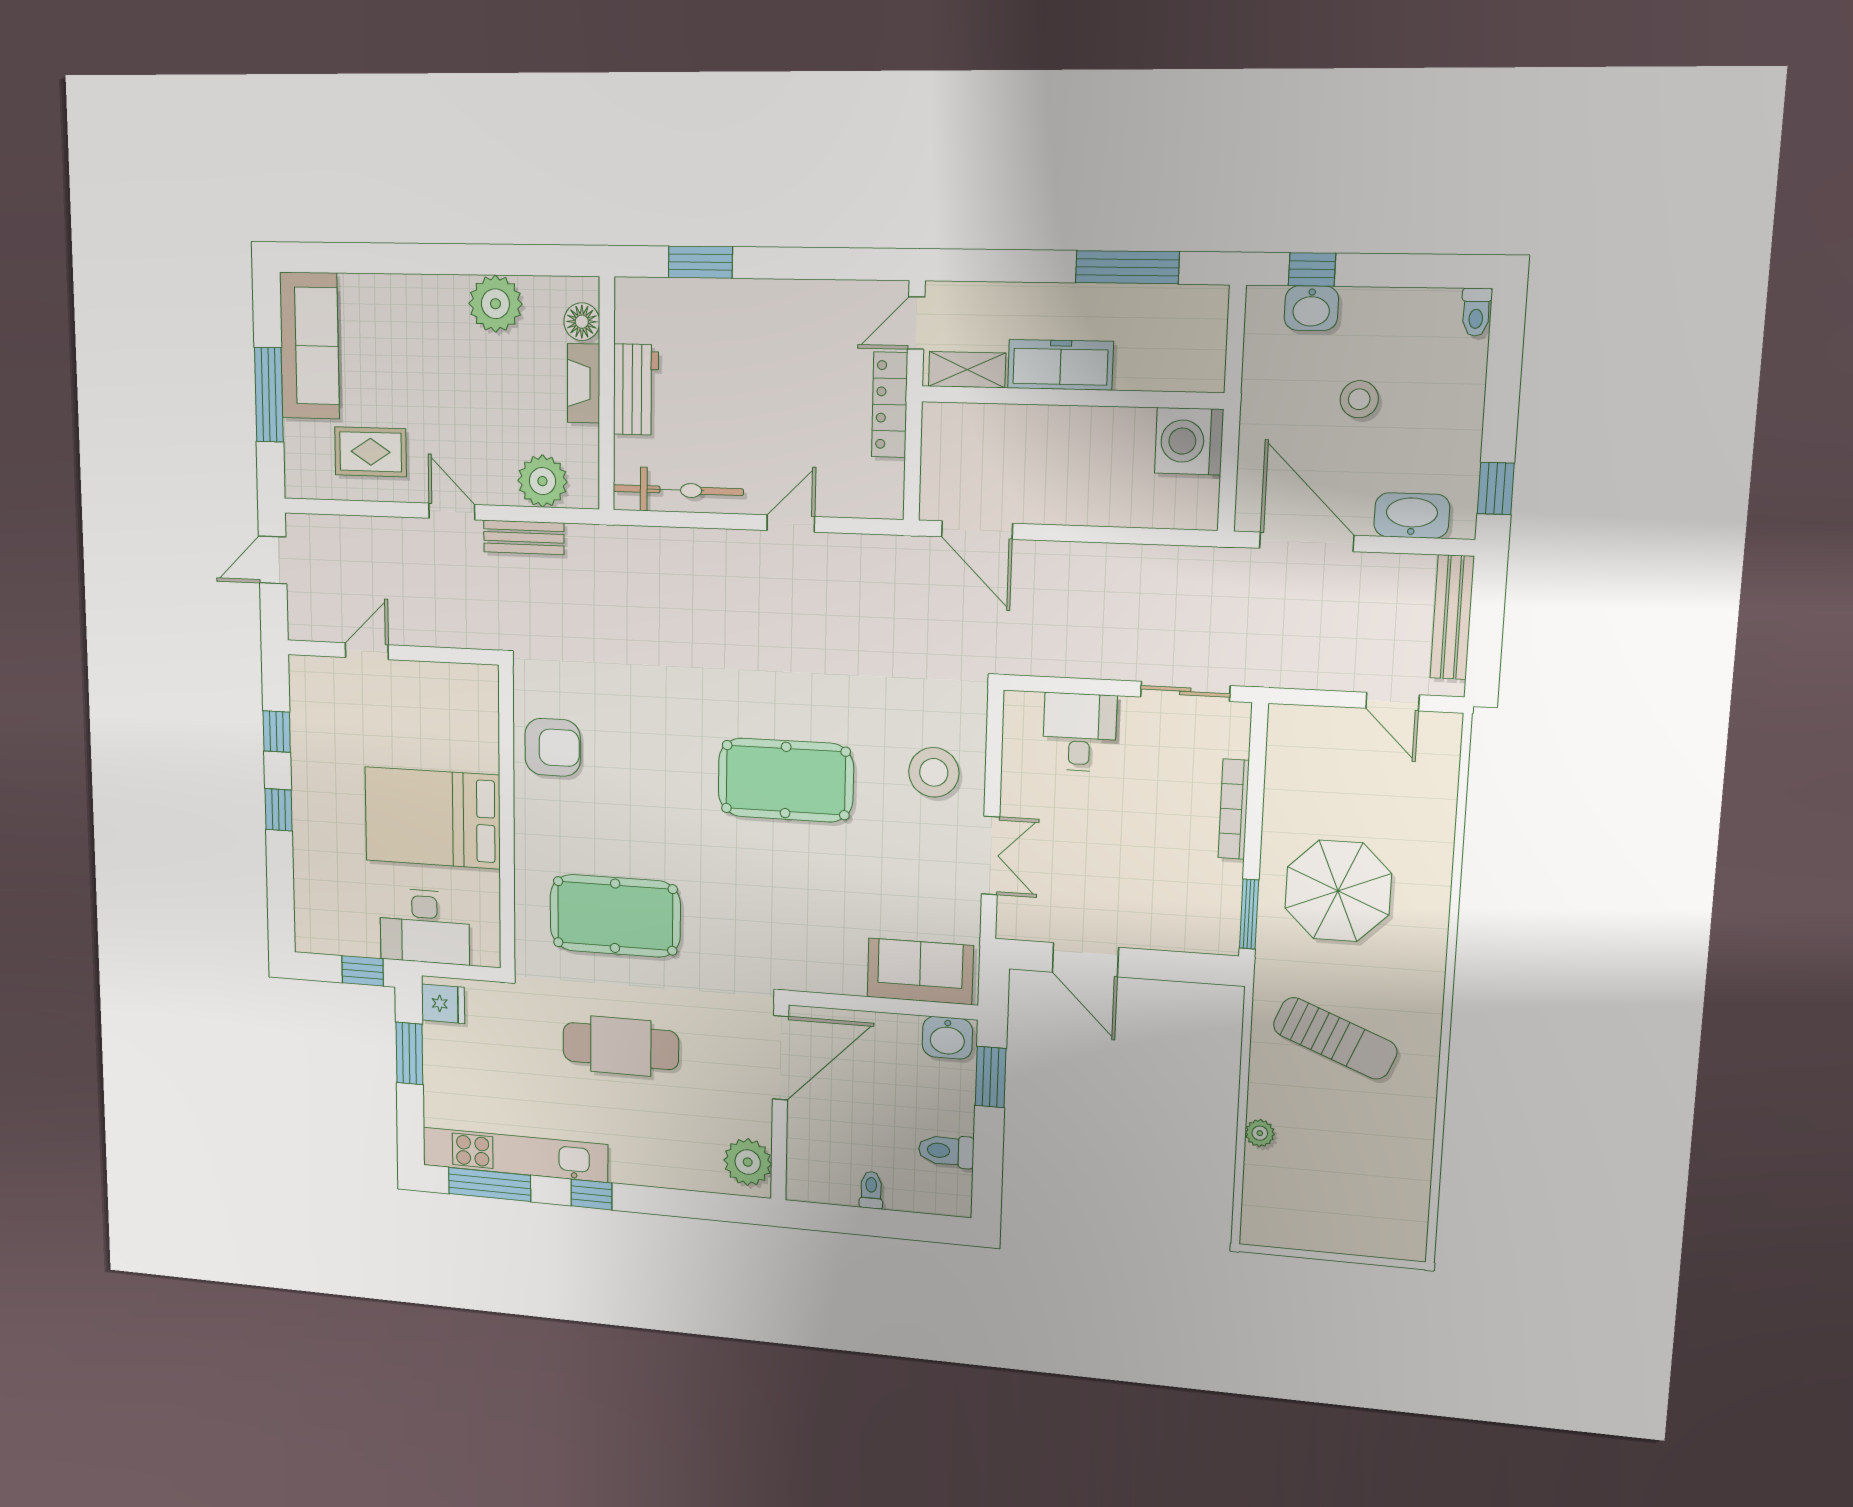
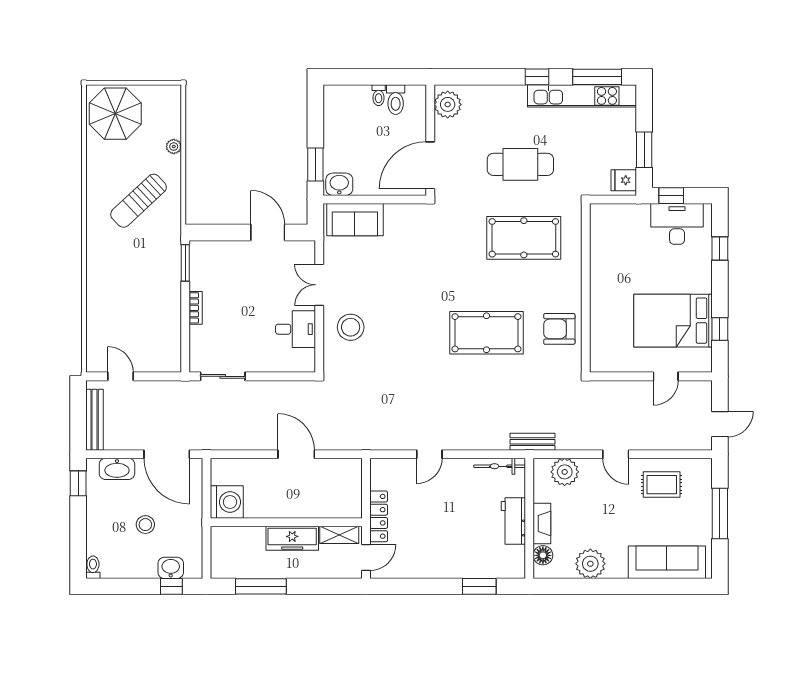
sofa: (309, 346) -> (667, 562), moved, turned 90
bicycle: (678, 490) -> (500, 466), width x0.73, depth x0.71
door: (977, 530) -> (296, 454), moved
bench: (524, 537) -> (532, 442), moved
desk: (1080, 732) -> (295, 329), moved, turned -90
pool table: (786, 780) -> (486, 333), moved
bookcase: (1234, 809) -> (196, 308), width x0.64
window: (279, 810) -> (720, 248), moved
bed: (432, 818) -> (673, 321), moved, turned 180
parasol: (1338, 891) -> (115, 114), moved
desk: (425, 926) -> (677, 224), moved
sun lounger: (1335, 1038) -> (139, 201), turned -65
toilet: (946, 1151) -> (396, 100), moved, turned 90

